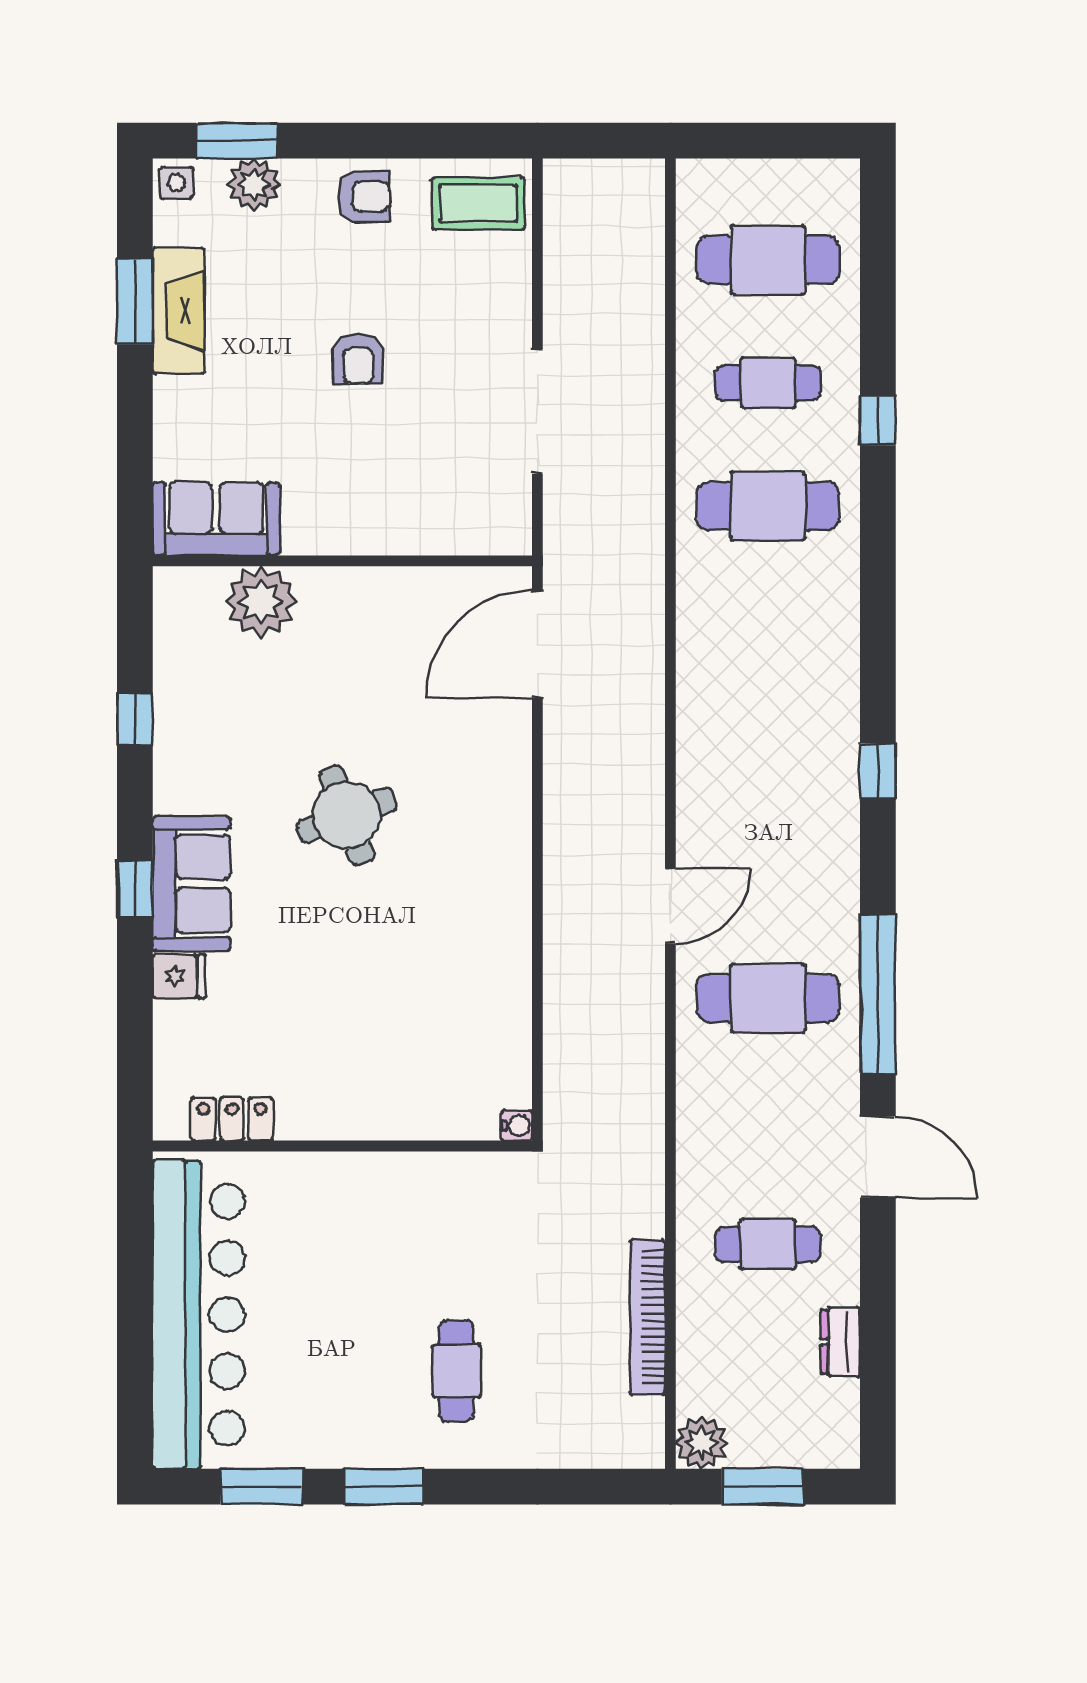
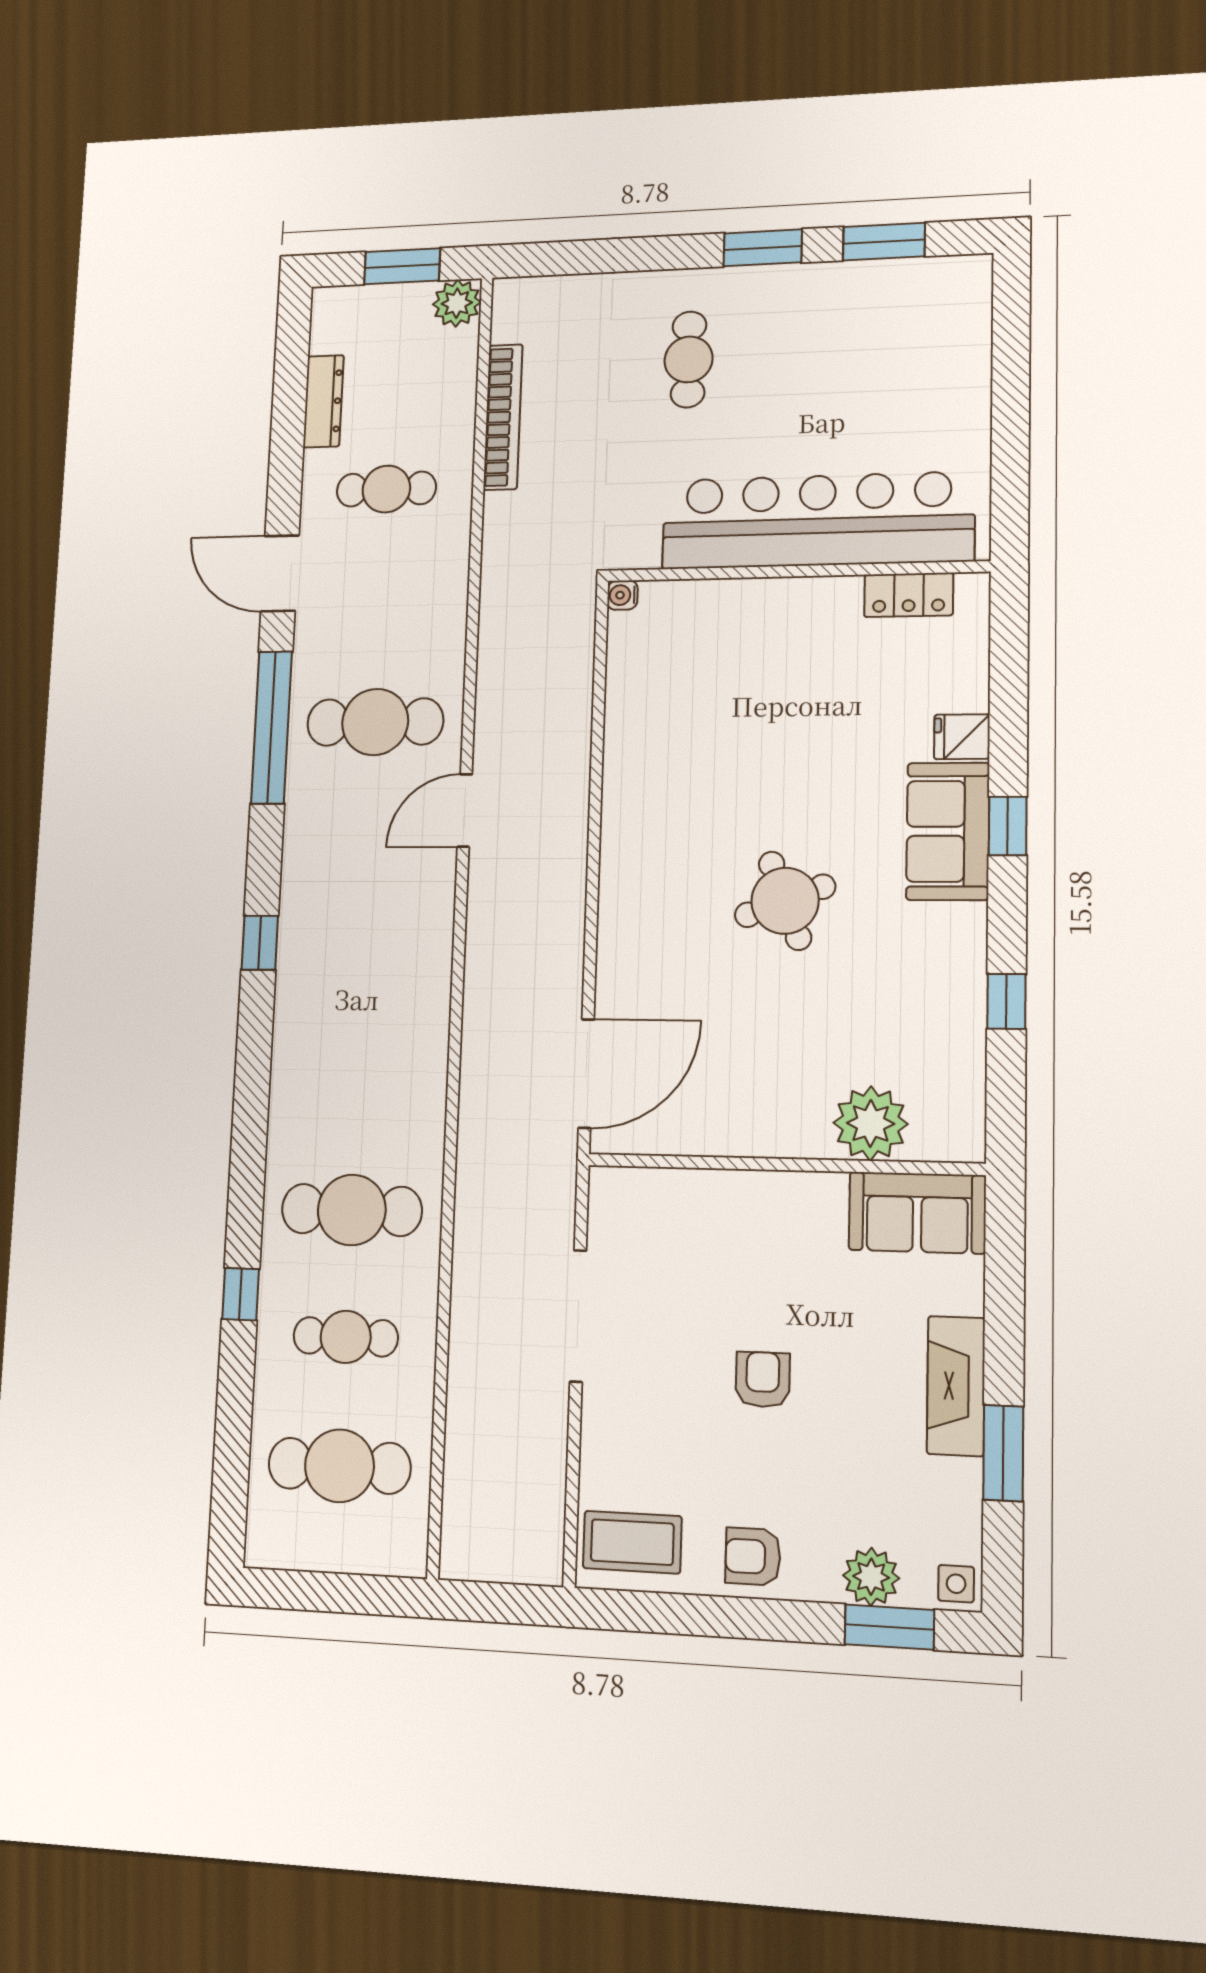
fireplace: (179, 311) -> (956, 1386), moved
bar counter: (199, 1315) -> (817, 520), moved, turned 90
dresser: (841, 1342) -> (323, 401), width x1.44

